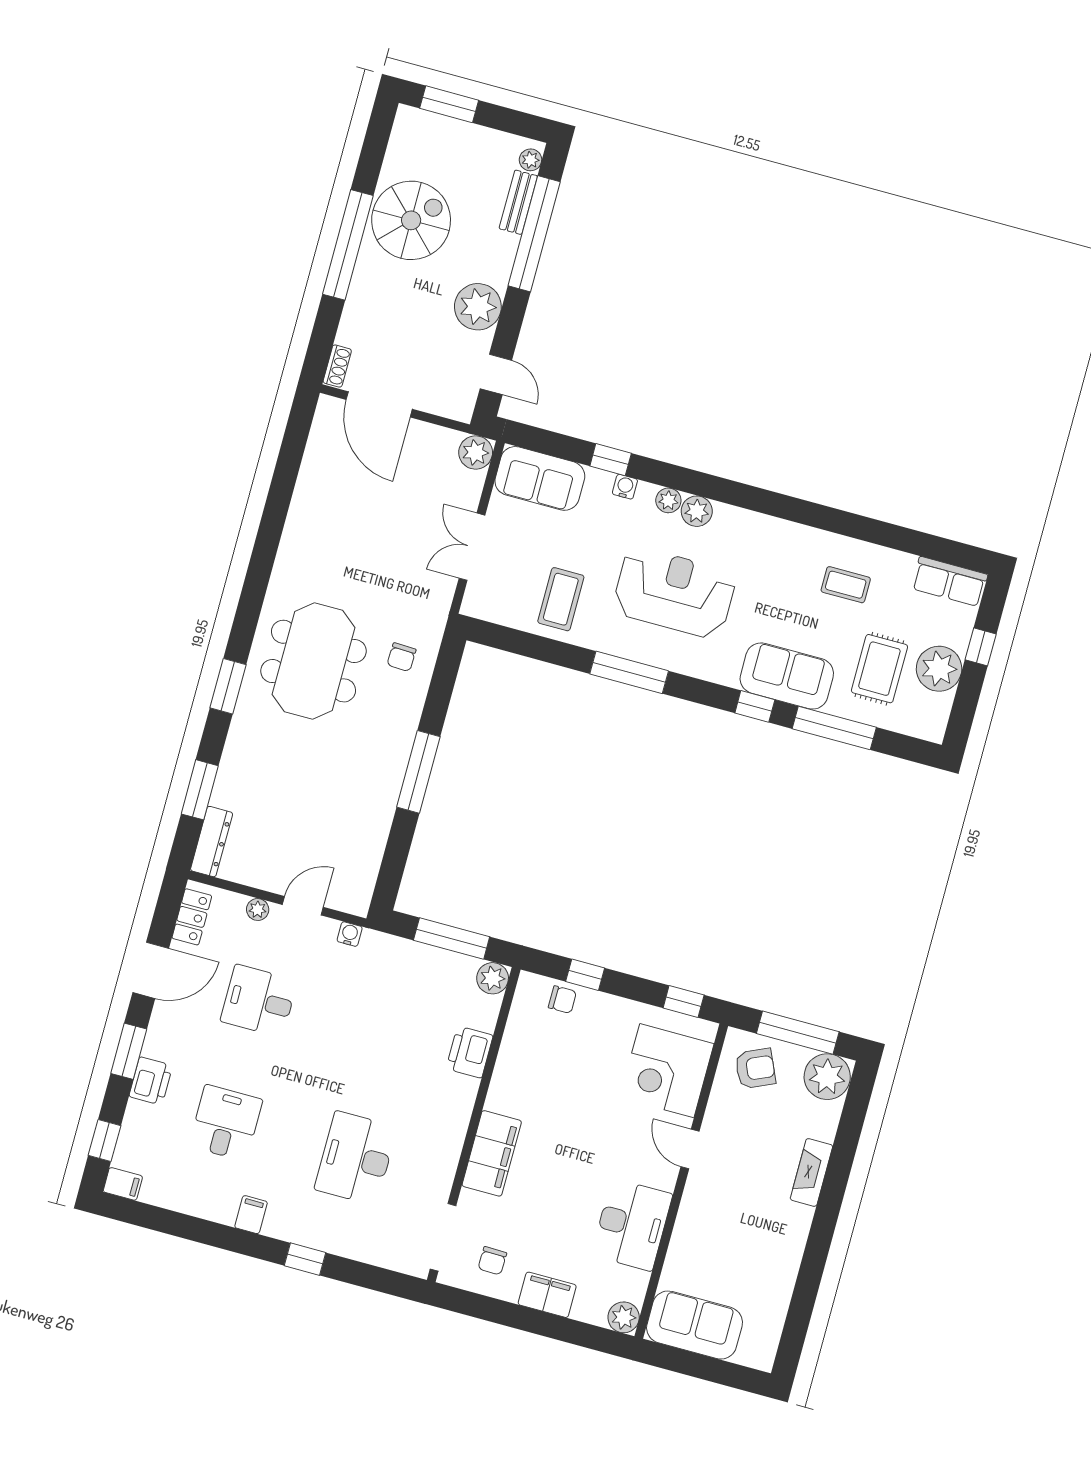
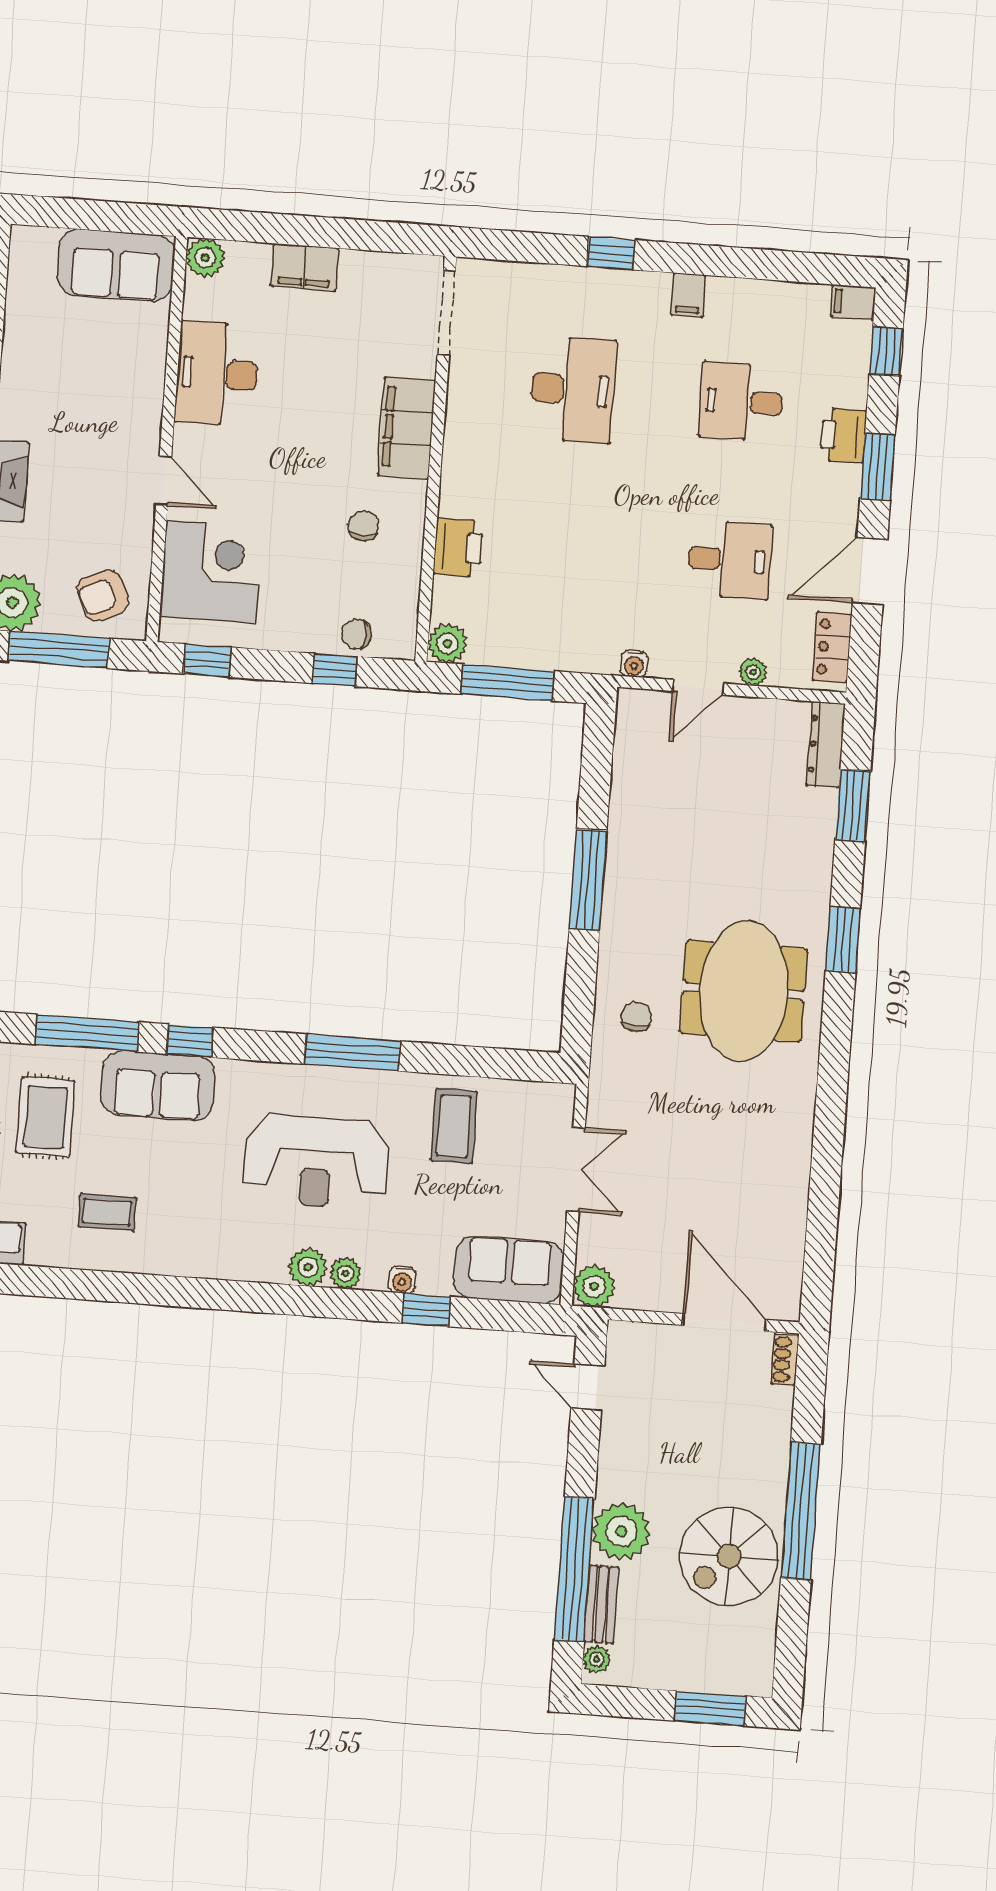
plant: (478, 307) -> (621, 1531), moved
desk: (226, 1123) -> (741, 402), turned 90
chair: (492, 1261) -> (363, 526), moved

